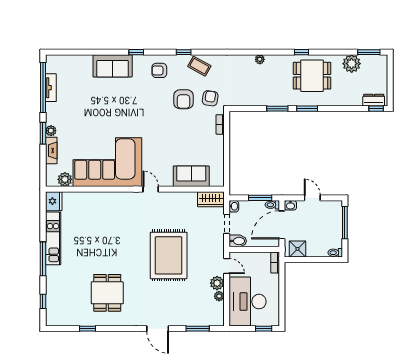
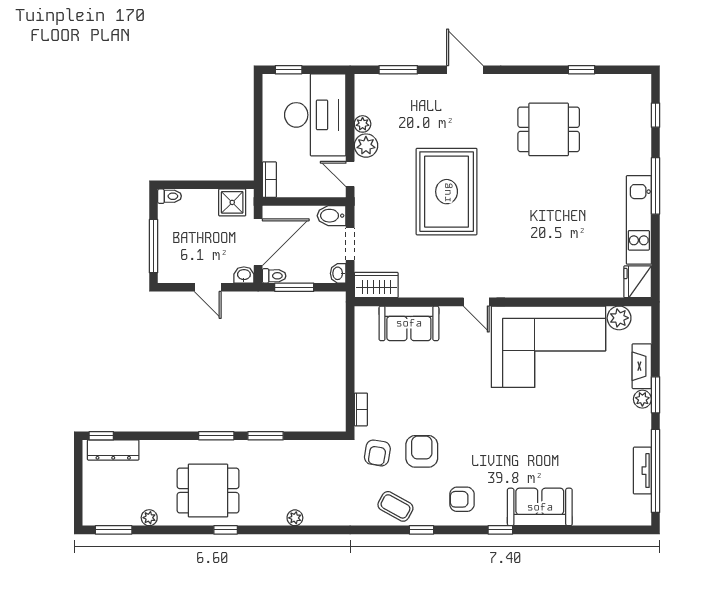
plant: (352, 64) -> (149, 518), width x0.53, depth x0.53
armchair: (159, 70) -> (462, 499), turned 180
dresser: (374, 100) -> (113, 450), width x1.44
dining table: (107, 293) -> (549, 129), turned 90

